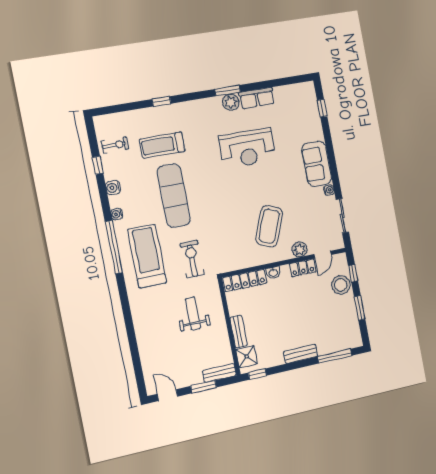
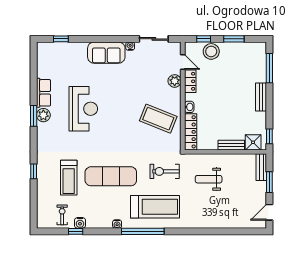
water cooler: (113, 188) -> (80, 223), moved
coffee table: (269, 226) -> (158, 119), moved
treadmill: (147, 256) -> (155, 207), turned 180

